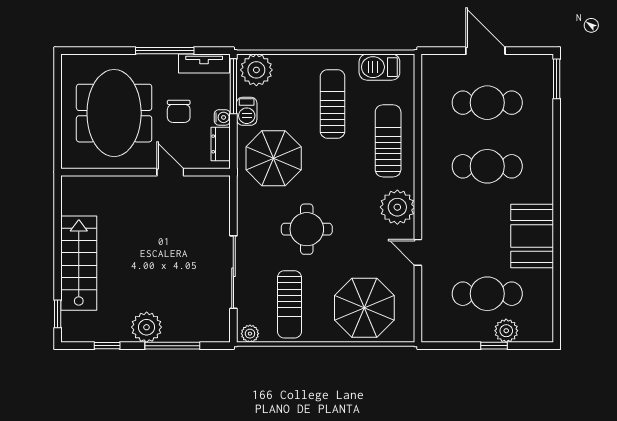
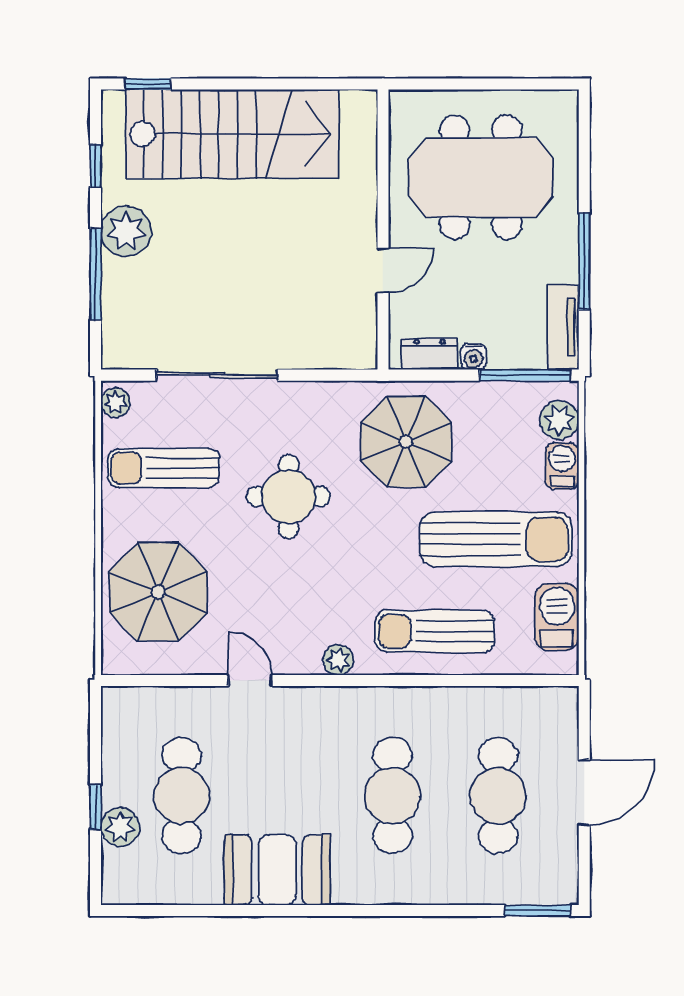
plant: (256, 70) -> (559, 420), width x0.73, depth x0.73
sun lounger: (333, 104) -> (496, 539), width x1.36, depth x1.34
chair: (179, 111) -> (484, 285), removed
barbecue: (247, 111) -> (562, 466), moved, turned 90
sun lounger: (388, 141) -> (435, 631), turned 180
plant: (397, 207) -> (338, 660), width x0.53, depth x0.53
door: (418, 252) -> (250, 681), hinge flipped
stairs: (79, 263) -> (232, 134), width x1.36, depth x1.51

